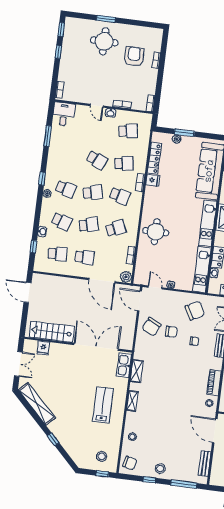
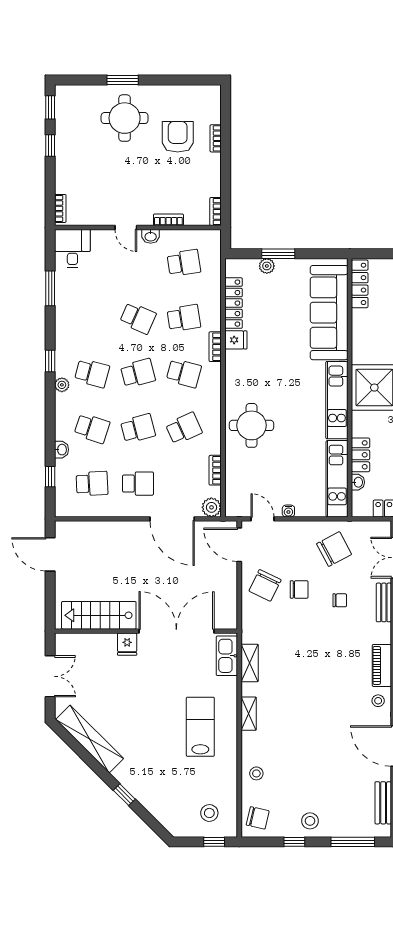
fridge: (43, 348) -> (127, 644), moved

